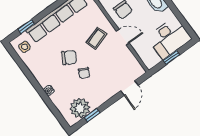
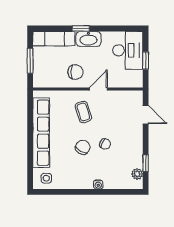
window: (26, 27) -> (30, 165), removed
plant: (80, 108) -> (137, 174), width x0.53, depth x0.53

